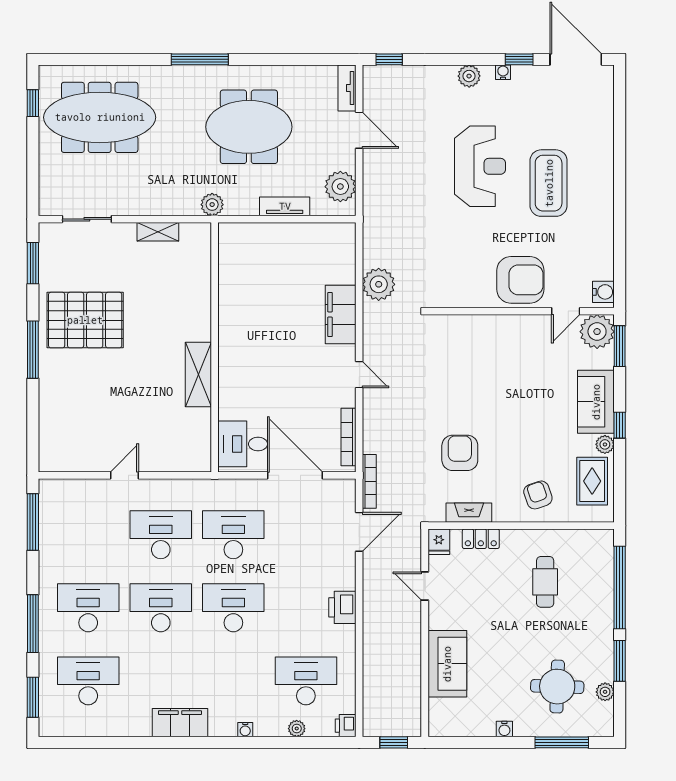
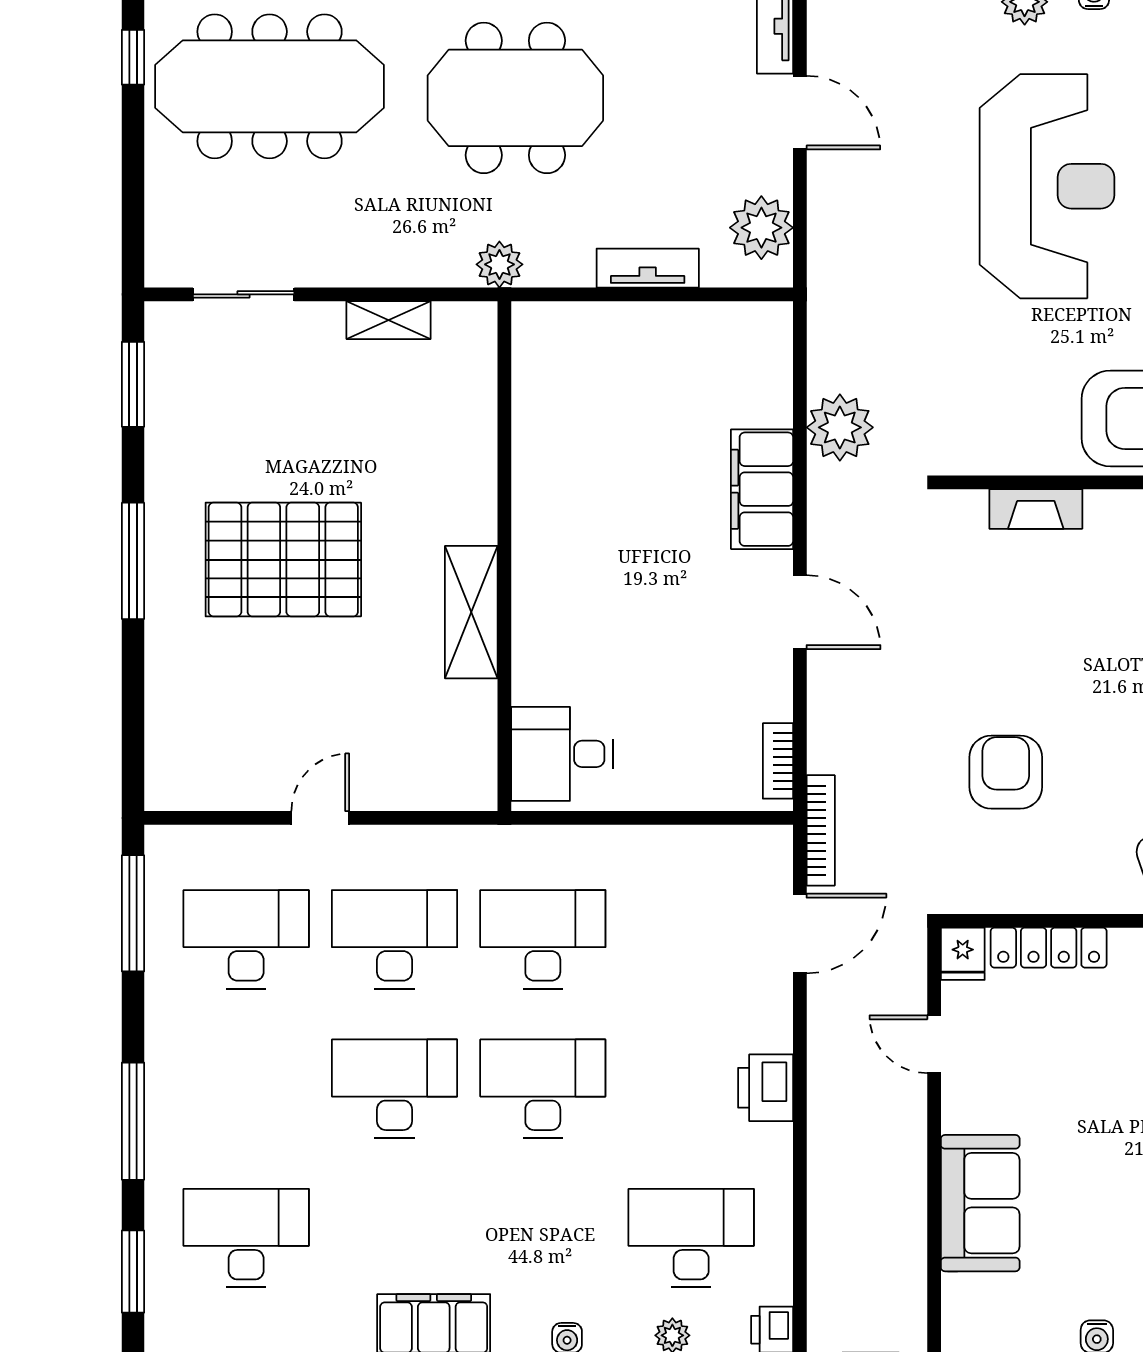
meeting table: (249, 127) -> (515, 98), moved
reception desk: (480, 166) -> (1047, 186), width x1.36, depth x1.30
pallet: (85, 320) -> (283, 560), moved
door: (359, 375) -> (800, 612), width x1.38
bookcase: (348, 437) -> (778, 761), width x0.64
door: (295, 475) -> (669, 818), removed
fireplace: (469, 513) -> (1036, 509), moved, turned 180
locker: (481, 539) -> (1049, 948), width x1.53
desk: (88, 608) -> (246, 939), moved

